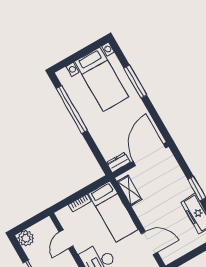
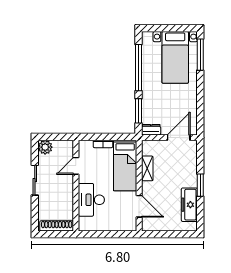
window: (135, 82) -> (200, 55), moved
window: (96, 151) -> (138, 111), added
door: (149, 155) -> (179, 138), width x0.73
shelving: (130, 190) -> (147, 168), moved

